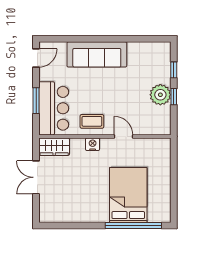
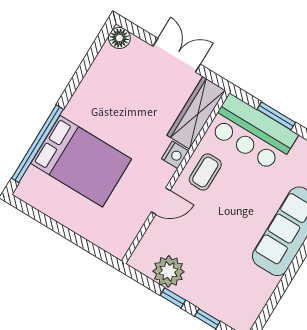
plant: (160, 95) -> (168, 271), moved
wardrobe: (54, 147) -> (196, 113), width x1.50
floor lamp: (46, 215) -> (119, 38), added

